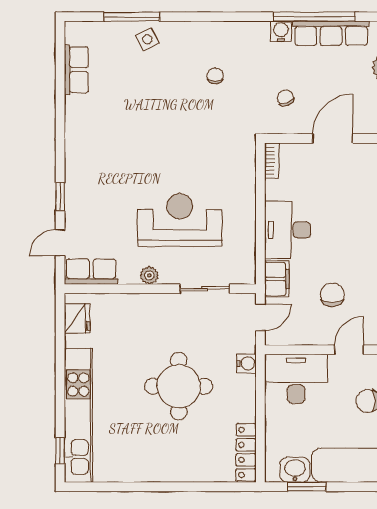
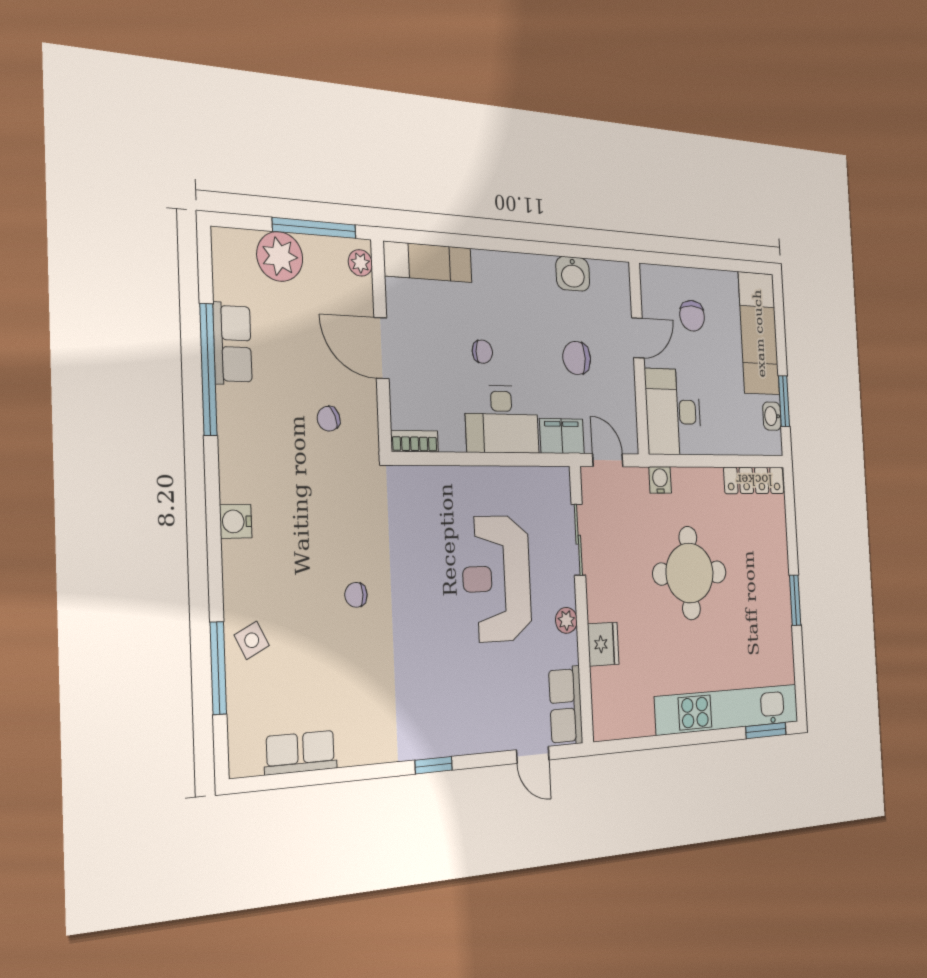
water cooler: (281, 31) -> (236, 521), moved
row of seats: (331, 33) -> (232, 344), width x0.68
chair: (215, 76) -> (356, 595), moved
window: (60, 197) -> (434, 765), moved
chair: (333, 216) -> (482, 352), added
fridge: (77, 319) -> (603, 644), moved, turned 90
door: (349, 350) -> (638, 338), swing flipped
window: (60, 451) -> (766, 731), width x1.50
washbasin: (295, 470) -> (772, 416), width x0.72, depth x0.69
window: (155, 487) -> (795, 600), added

